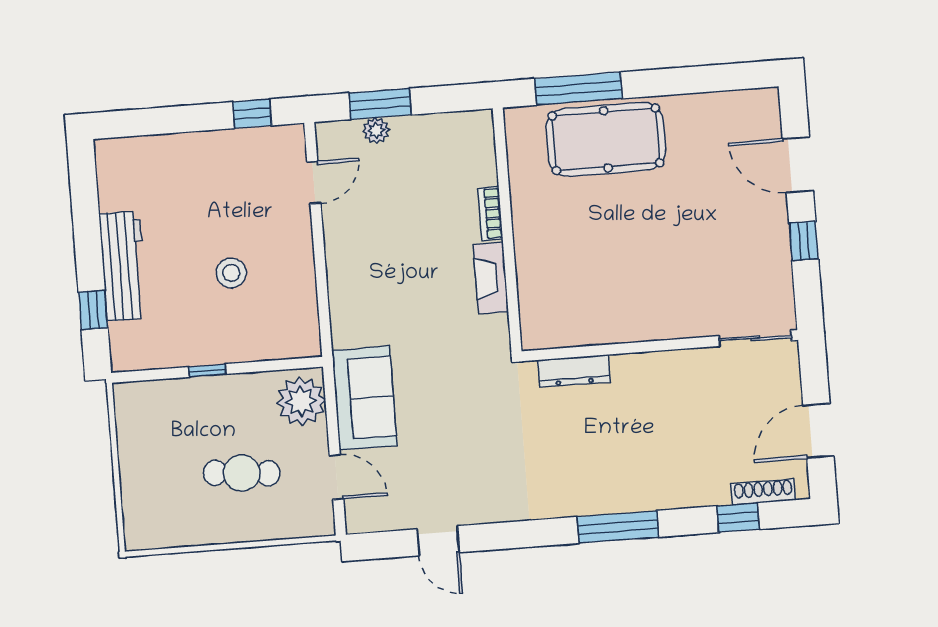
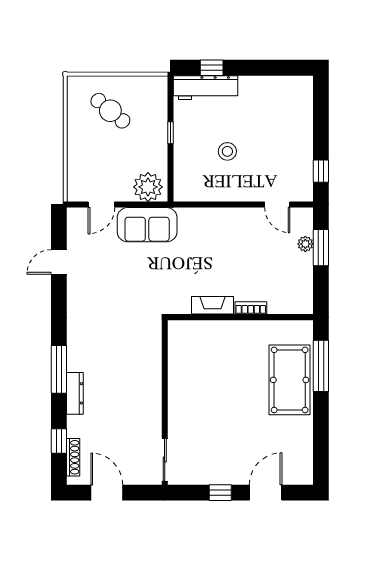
workbench: (123, 266) -> (206, 88), moved
dresser: (574, 371) -> (75, 393), moved, turned 180
cafe table: (242, 473) -> (110, 111), moved, turned -55

